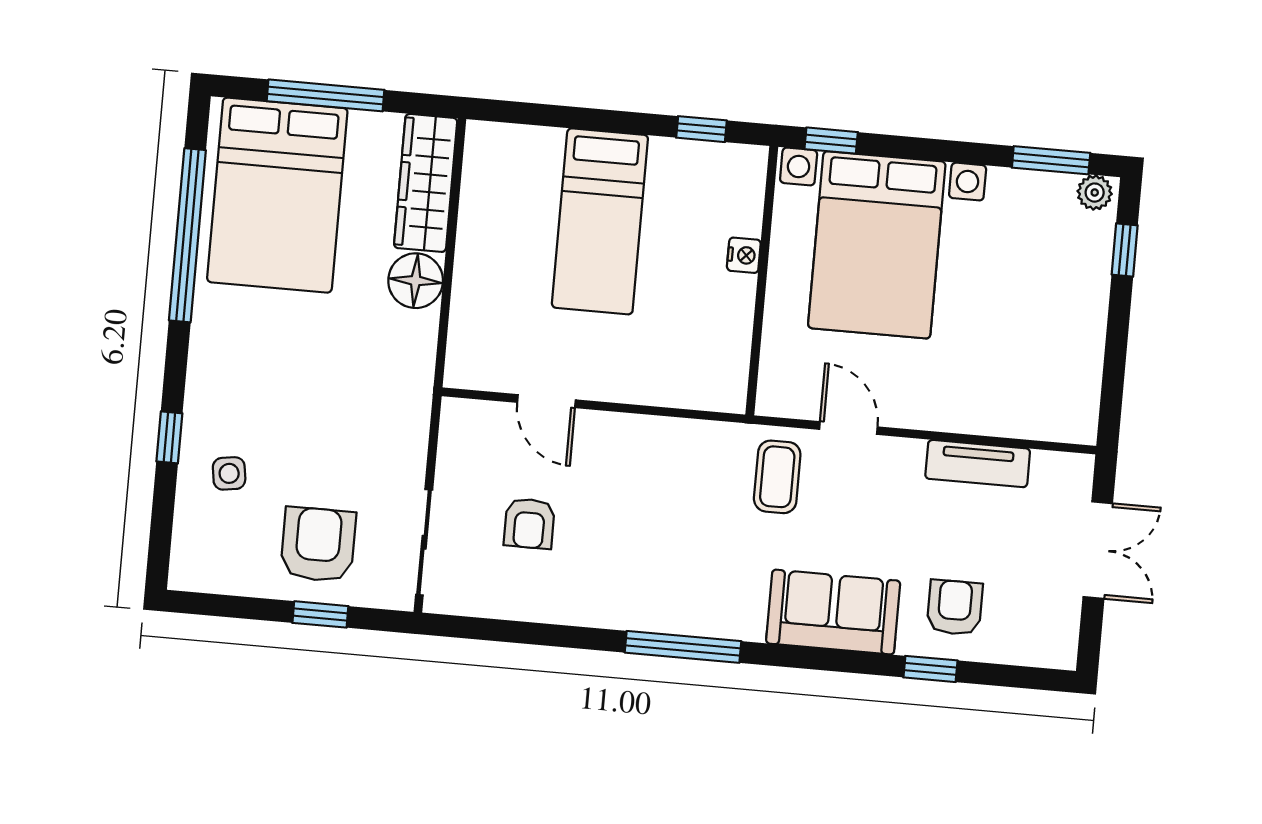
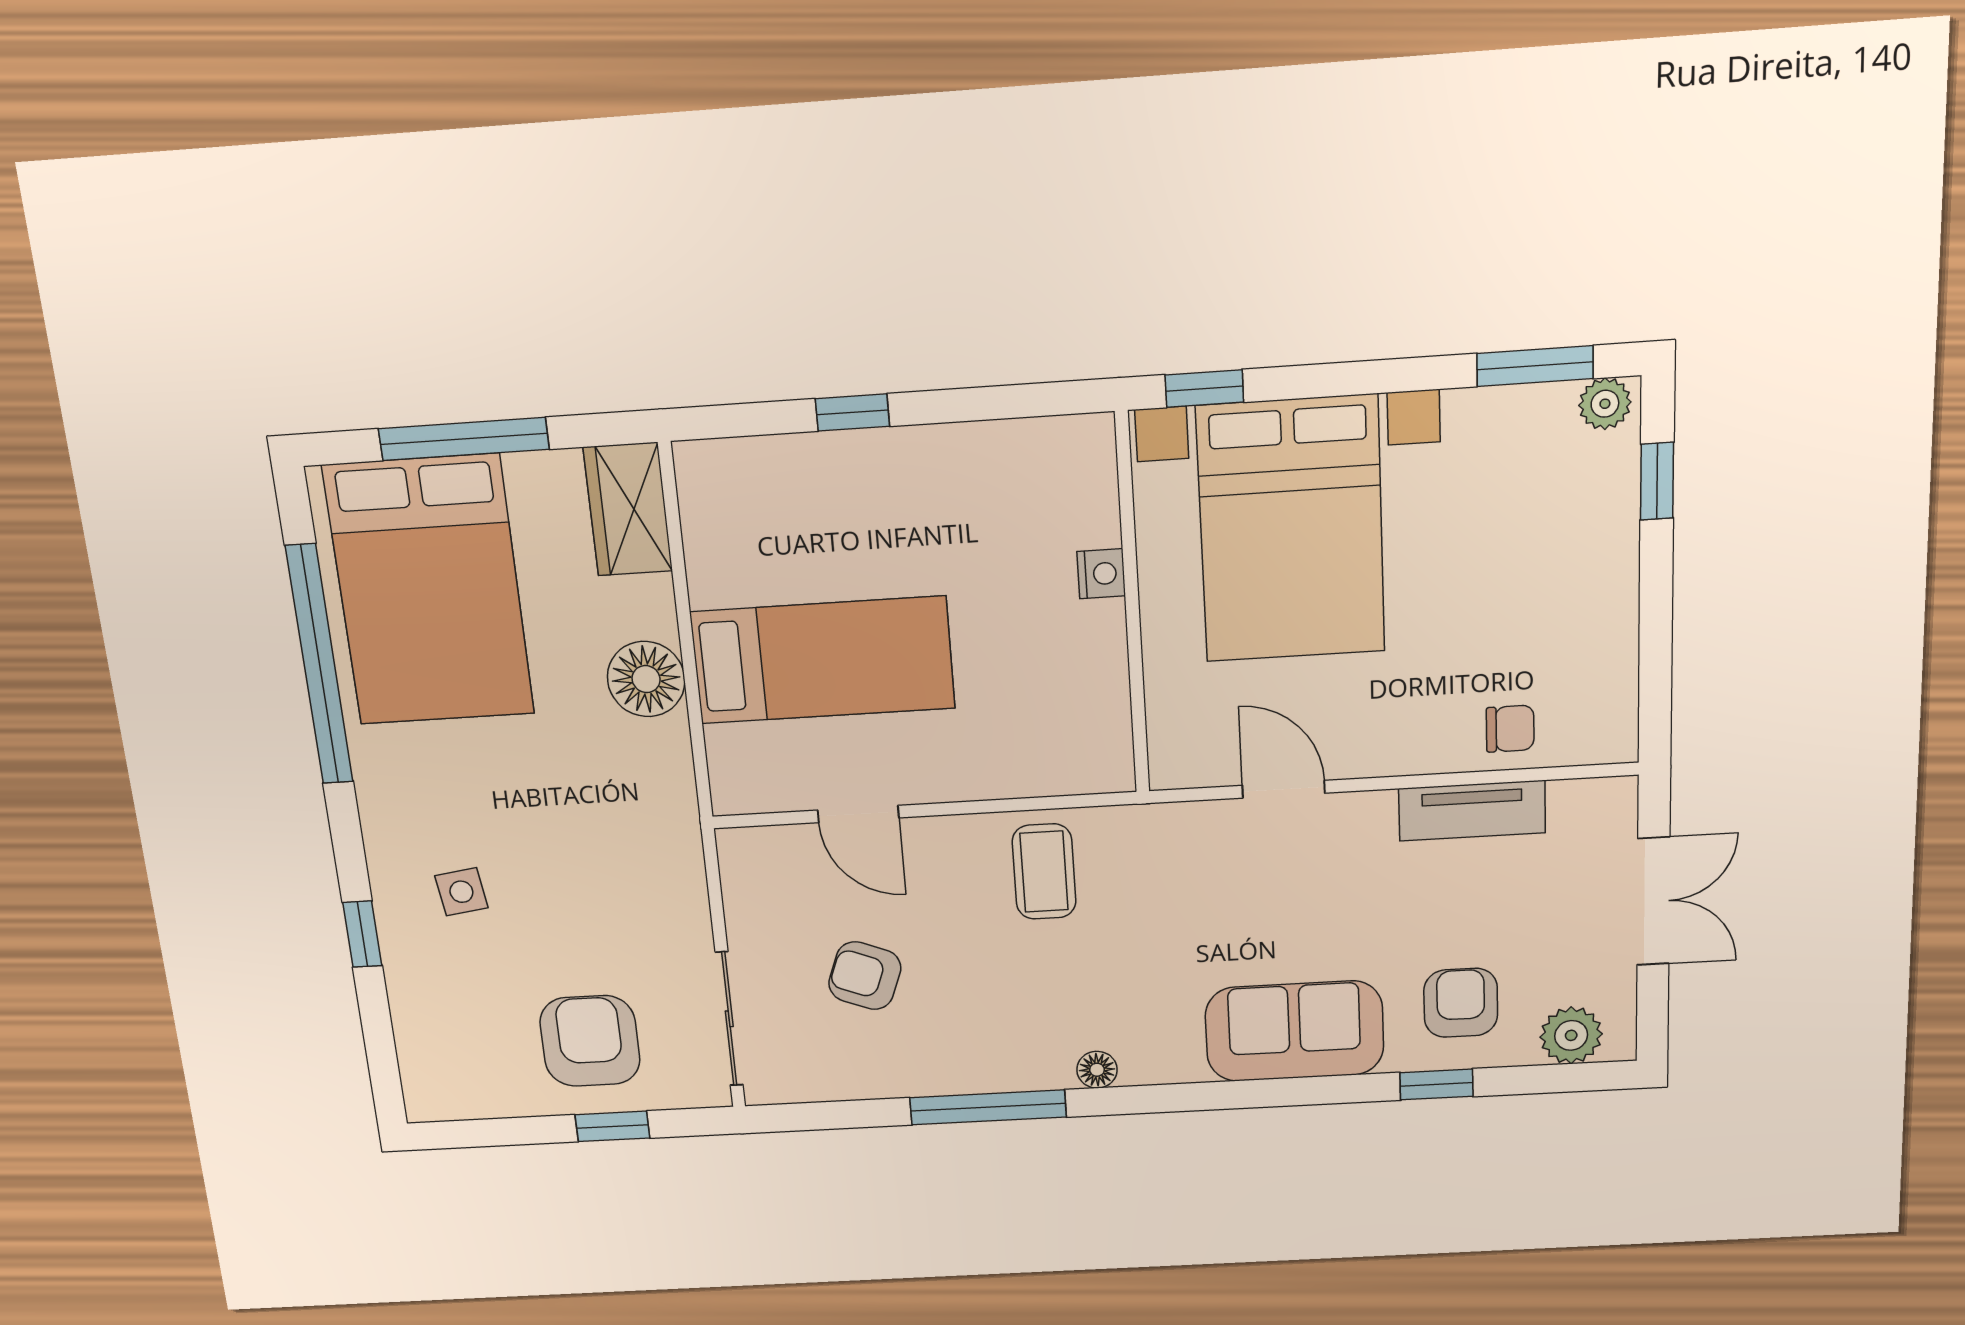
window: (702, 129) -> (852, 413), moved
wardrobe: (426, 183) -> (628, 509), width x0.67
bed: (600, 221) -> (823, 660), moved, turned -90
chair: (1010, 408) -> (1510, 729), added
side table: (229, 473) -> (461, 892), moved
coffee table: (777, 477) -> (1044, 872), moved
armchair: (529, 523) -> (865, 976), turned 111
floor lamp: (686, 621) -> (1097, 1070), added
plant: (1031, 644) -> (1571, 1035), added
window: (683, 647) -> (988, 1107), moved

